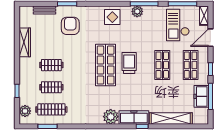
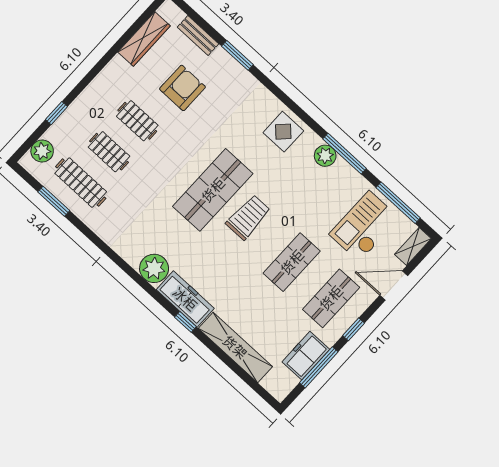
armchair: (70, 26) -> (182, 88), moved
wardrobe: (25, 42) -> (144, 39), moved

